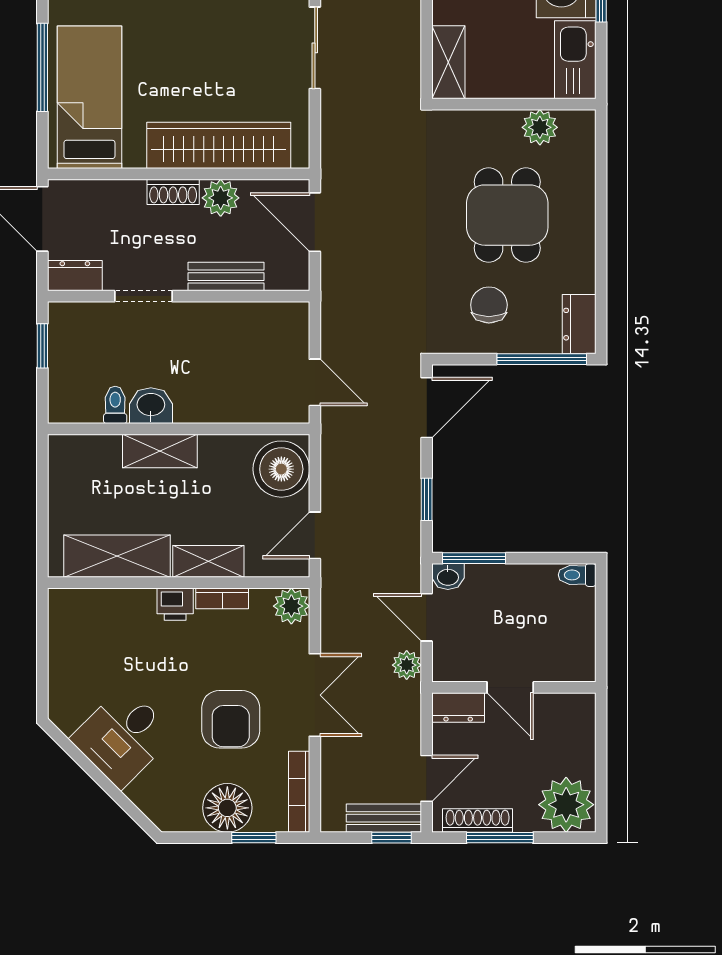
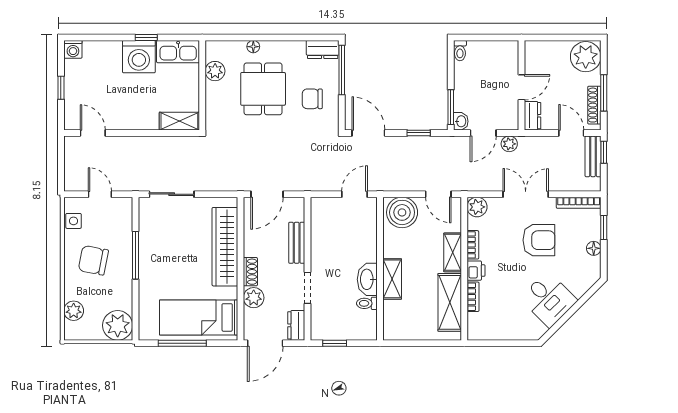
floor lamp: (584, 197) -> (253, 47), added
plant: (221, 198) -> (254, 298), moved
dining table: (507, 215) -> (263, 89), turned 90
washbasin: (151, 406) -> (367, 279), width x1.38
bookcase: (127, 599) -> (473, 297), added
floor lamp: (227, 808) -> (594, 248), width x0.53, depth x0.53

